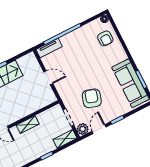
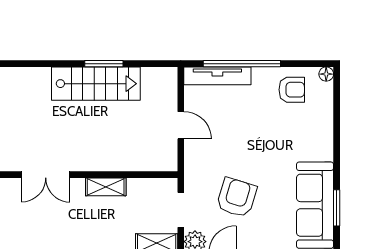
armchair: (105, 38) -> (292, 90), moved, turned -90
tv unit: (49, 48) -> (217, 76), width x1.41

